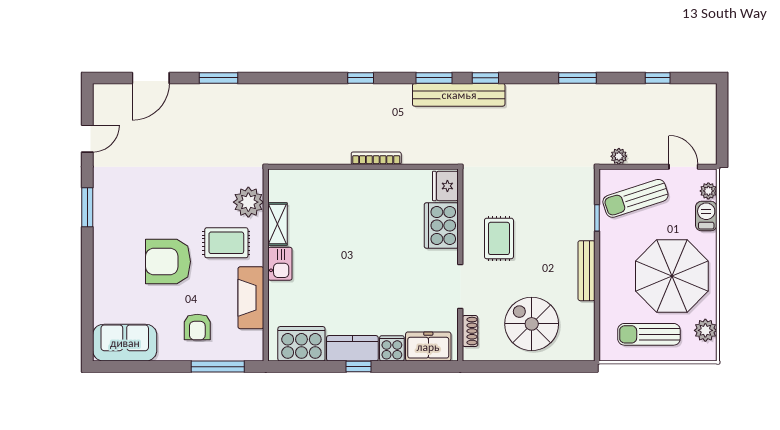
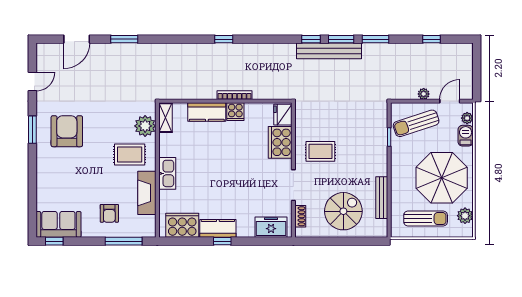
window: (434, 78) -> (341, 39), moved
bench: (459, 95) -> (329, 51), moved
plant: (619, 156) -> (424, 94), moved
door: (683, 167) -> (450, 101), hinge flipped
kitchen counter: (337, 182) -> (207, 112), added
shelving: (278, 224) -> (165, 118), moved
rug: (499, 238) -> (320, 151), turned 90
armchair: (168, 262) -> (67, 131), moved, turned 90
kitchen sink: (280, 264) -> (167, 173), width x1.38
bench: (587, 271) -> (382, 198), moved
spiral stairs: (532, 324) -> (343, 211), turned 90
sun lounger: (649, 334) -> (426, 219), turned 180
cooker: (392, 348) -> (235, 112), moved, turned 180
window: (119, 367) -> (54, 241), added

